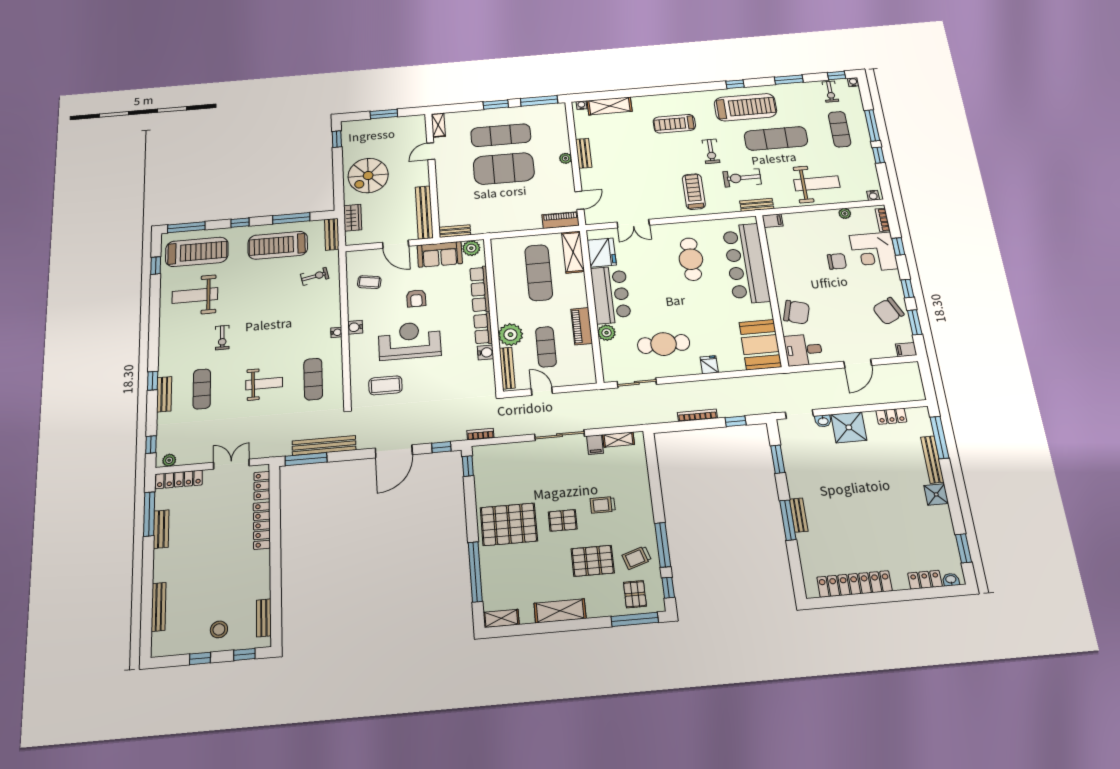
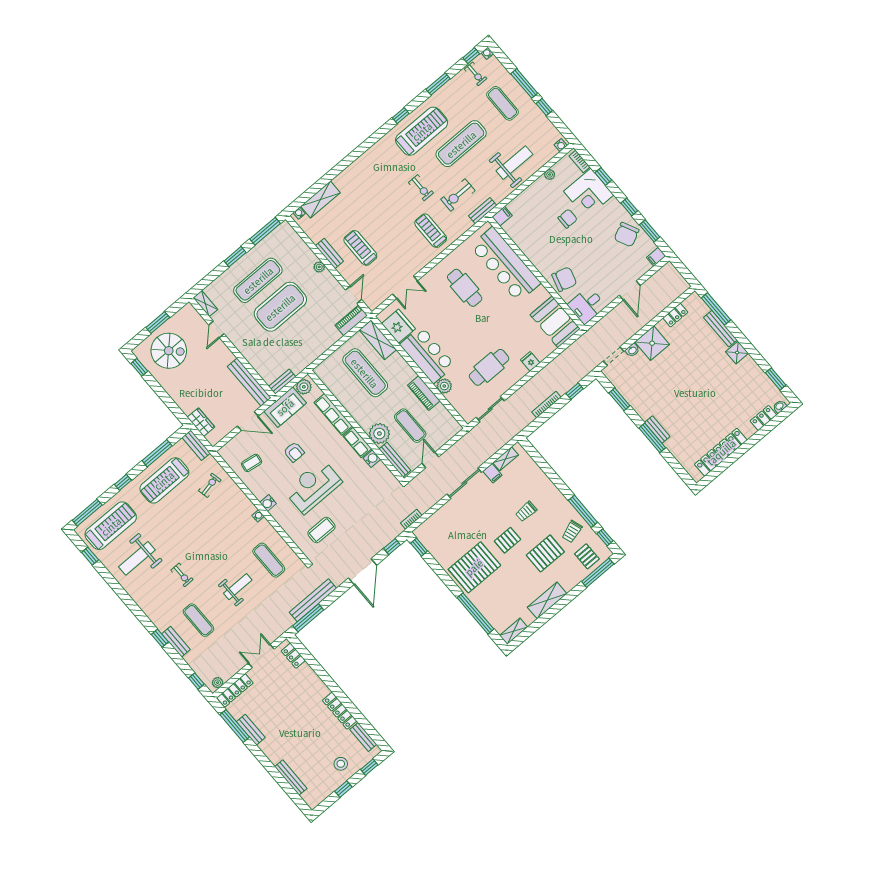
treadmill: (674, 124) -> (360, 248), moved, turned 90
spiral stairs: (368, 176) -> (169, 351), moved, turned -90
door: (542, 391) -> (430, 460), hinge flipped
locker: (262, 526) -> (340, 711), moved

